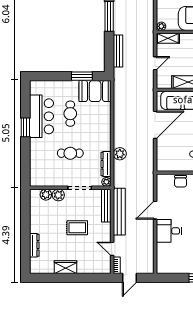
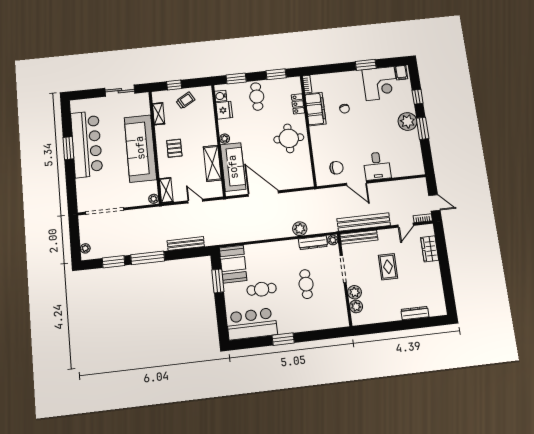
bar counter: (41, 116) -> (252, 324), moved
chair: (181, 181) -> (337, 168), moved
wardrobe: (66, 267) -> (430, 249), moved

